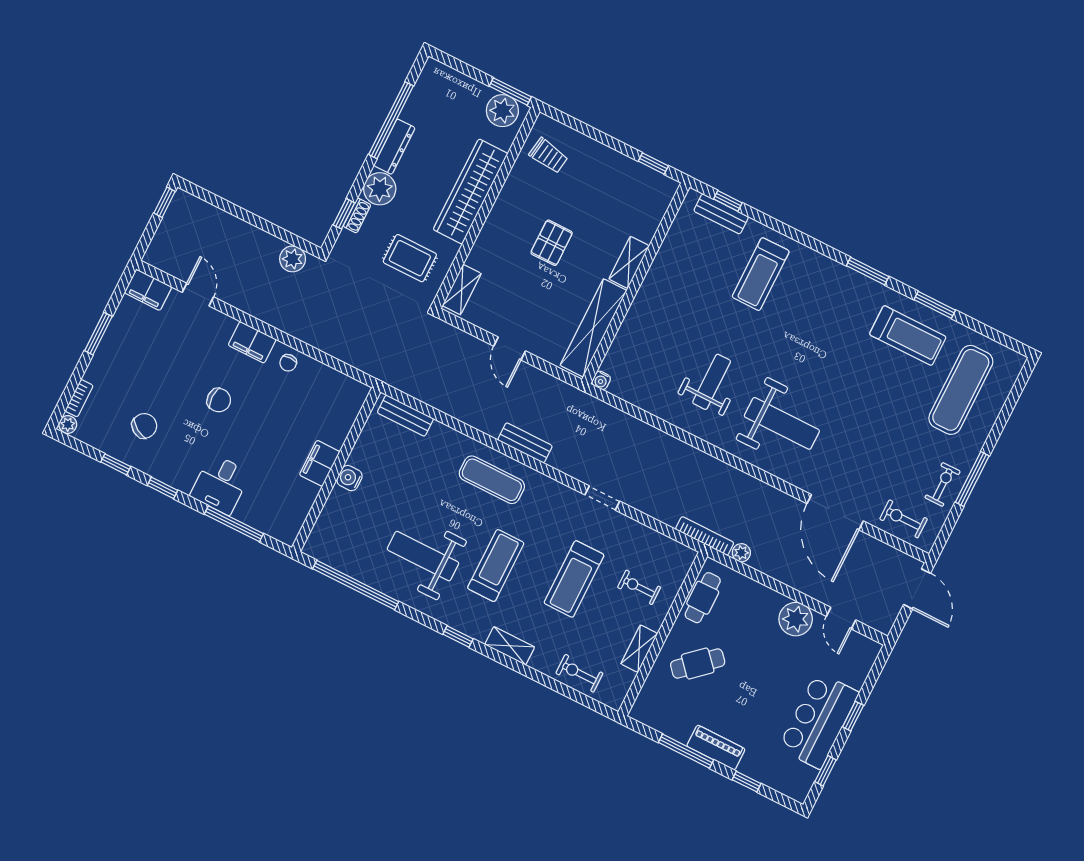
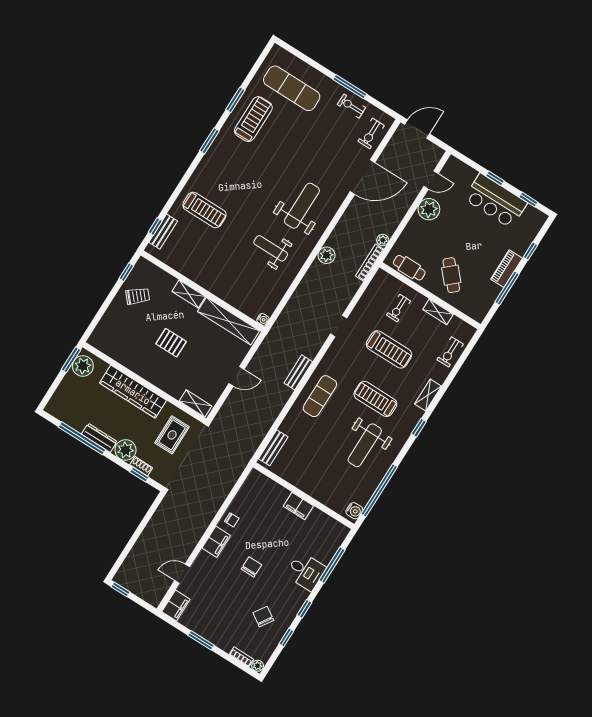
trolley: (548, 156) -> (138, 296), moved, turned 40
plant: (293, 259) -> (326, 255), moved
water cooler: (350, 478) -> (354, 511), moved, turned -90

